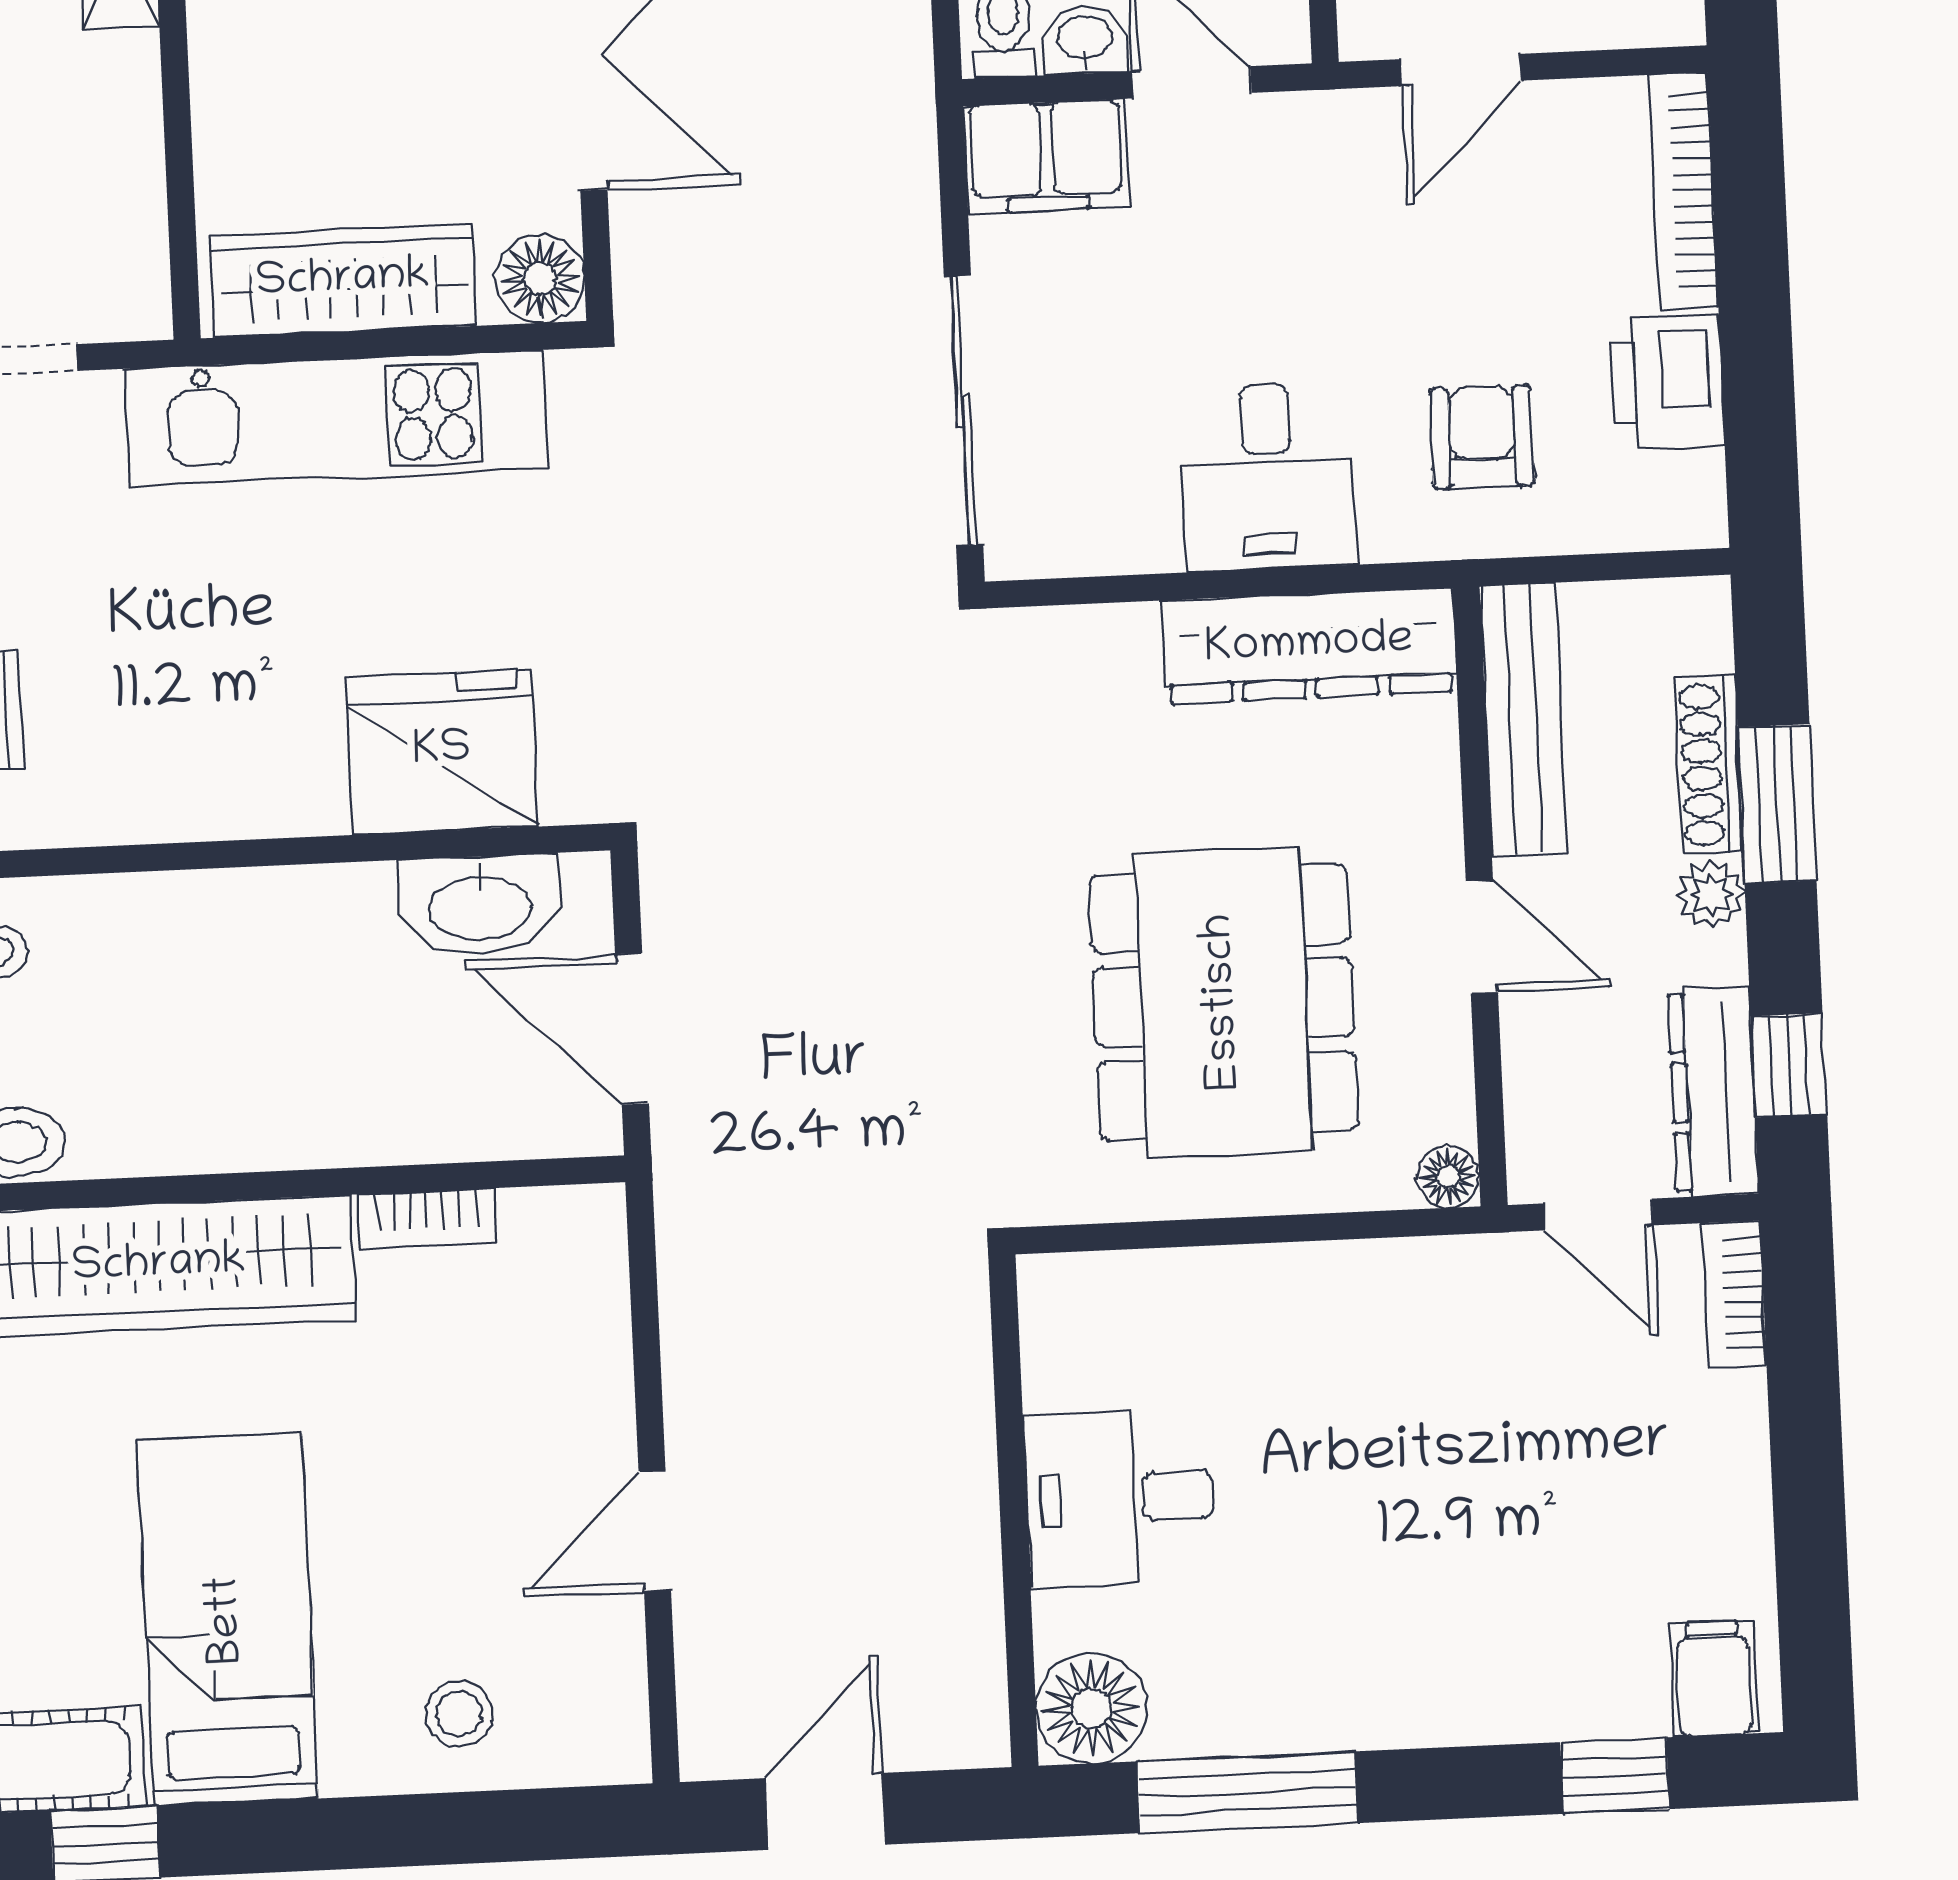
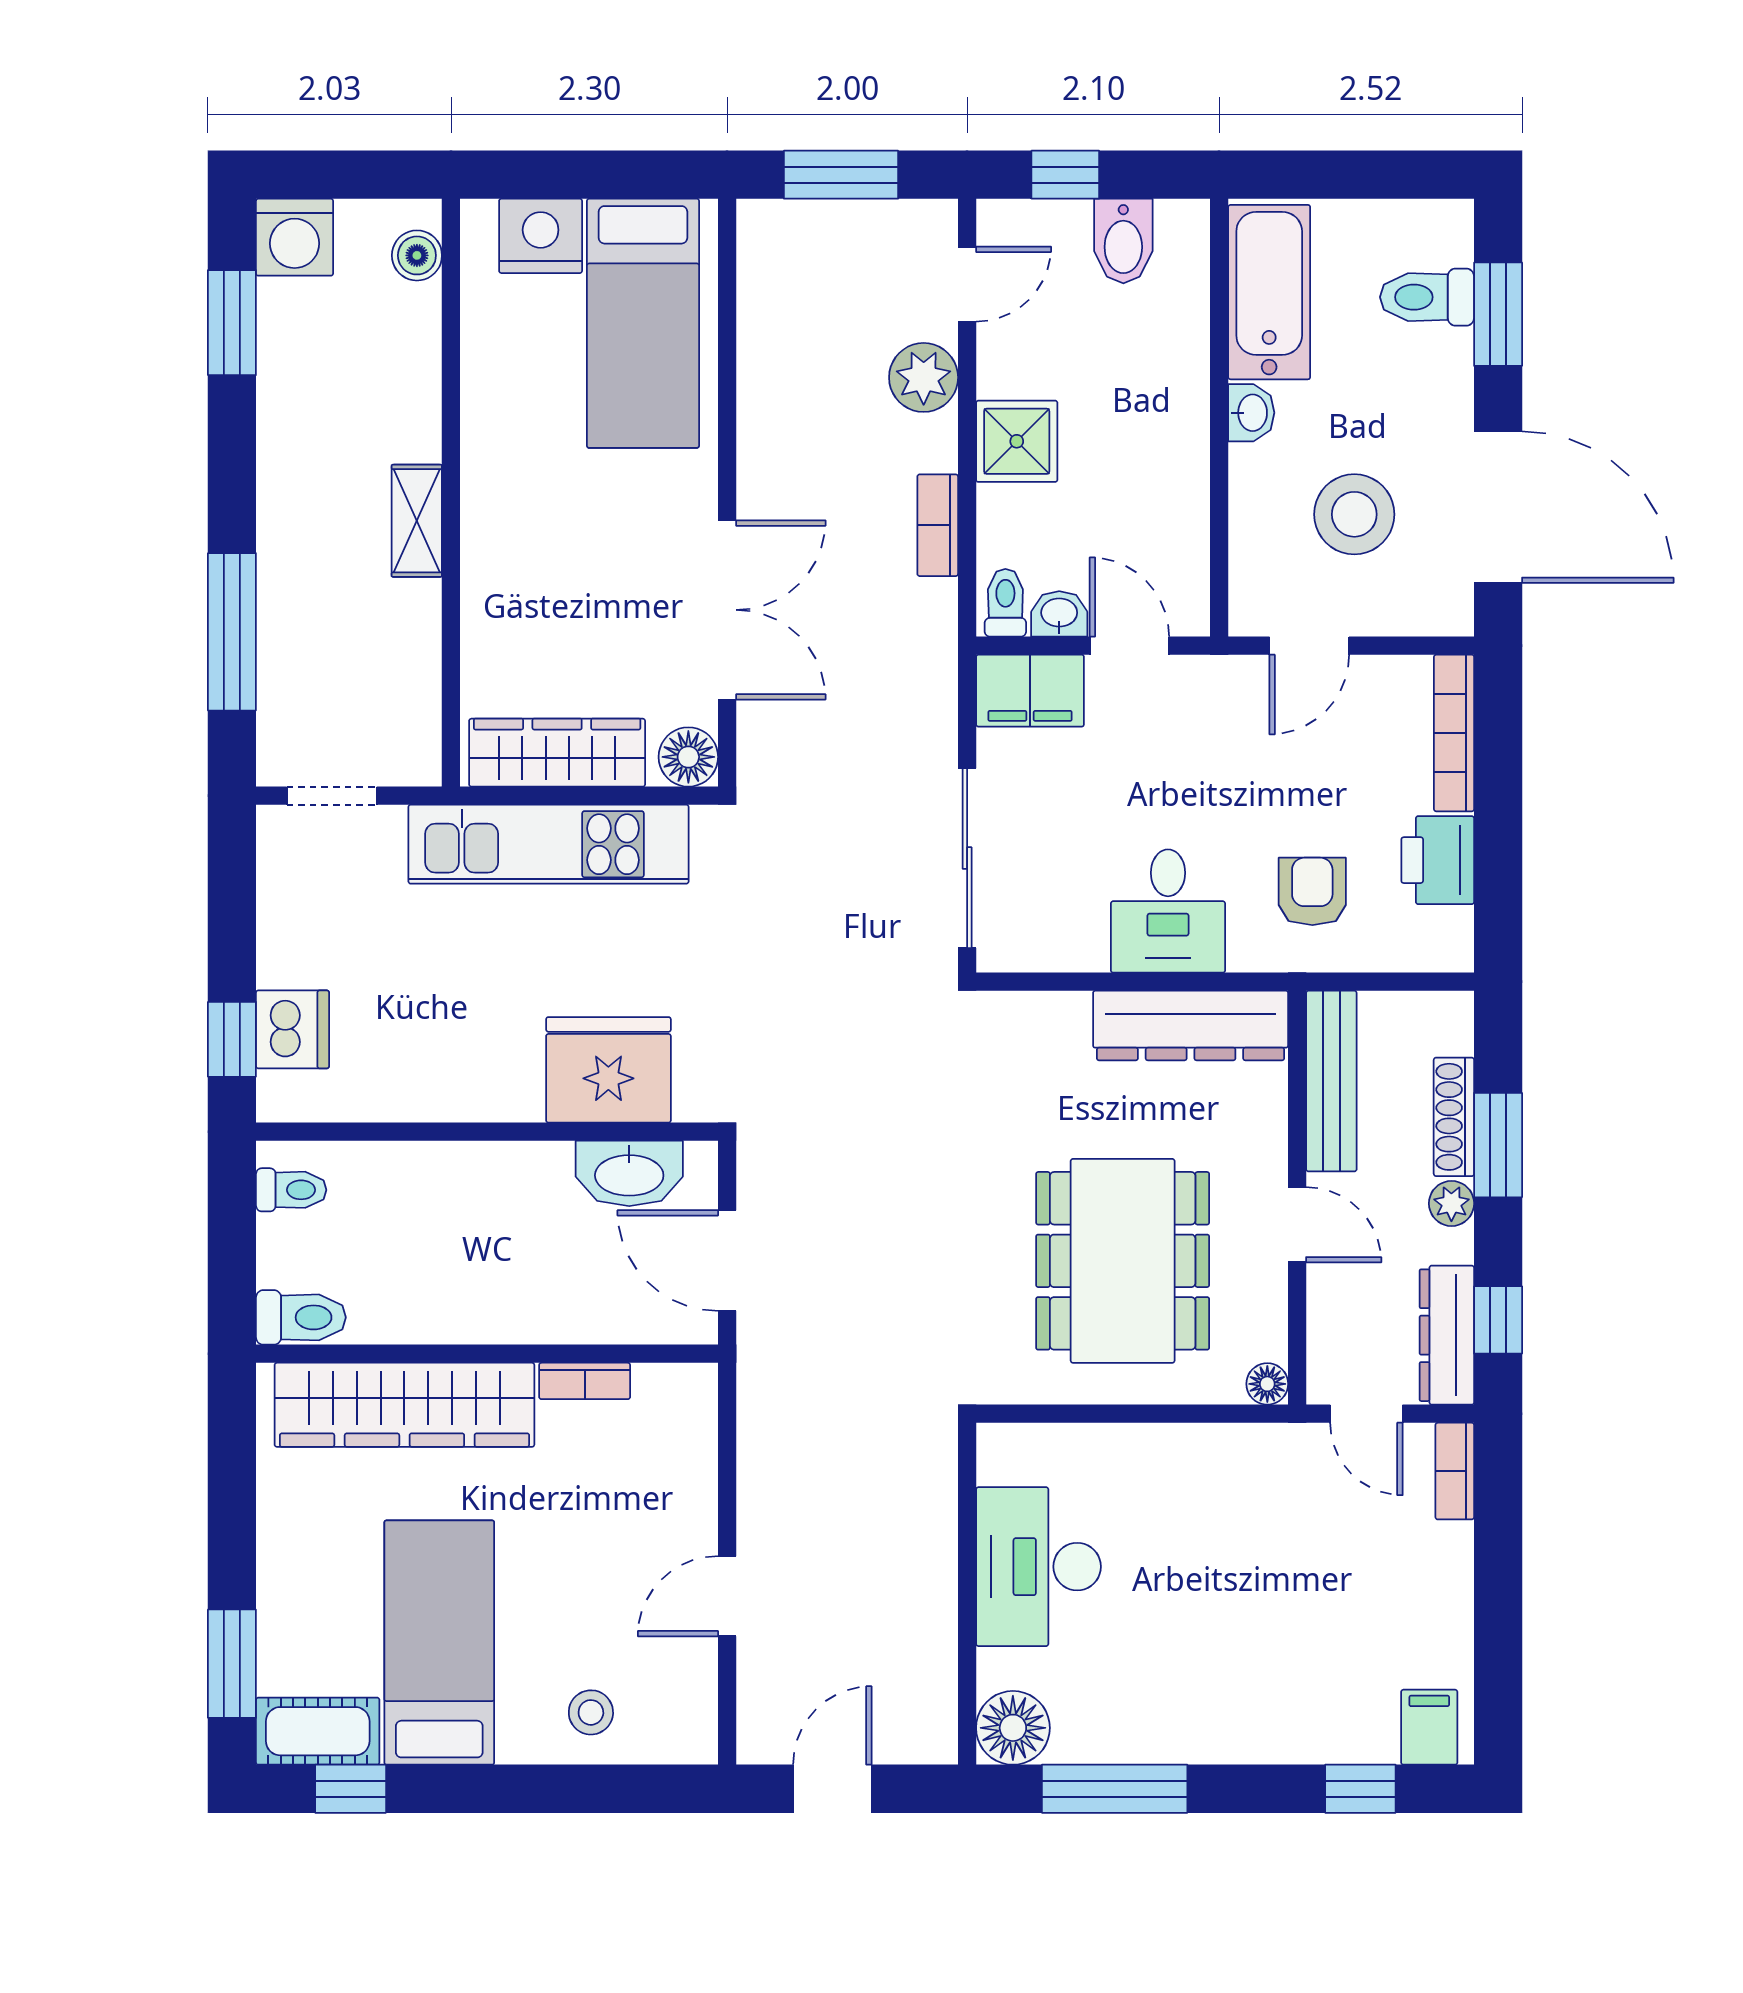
desk: (1120, 1498) -> (1038, 1567), width x1.37

